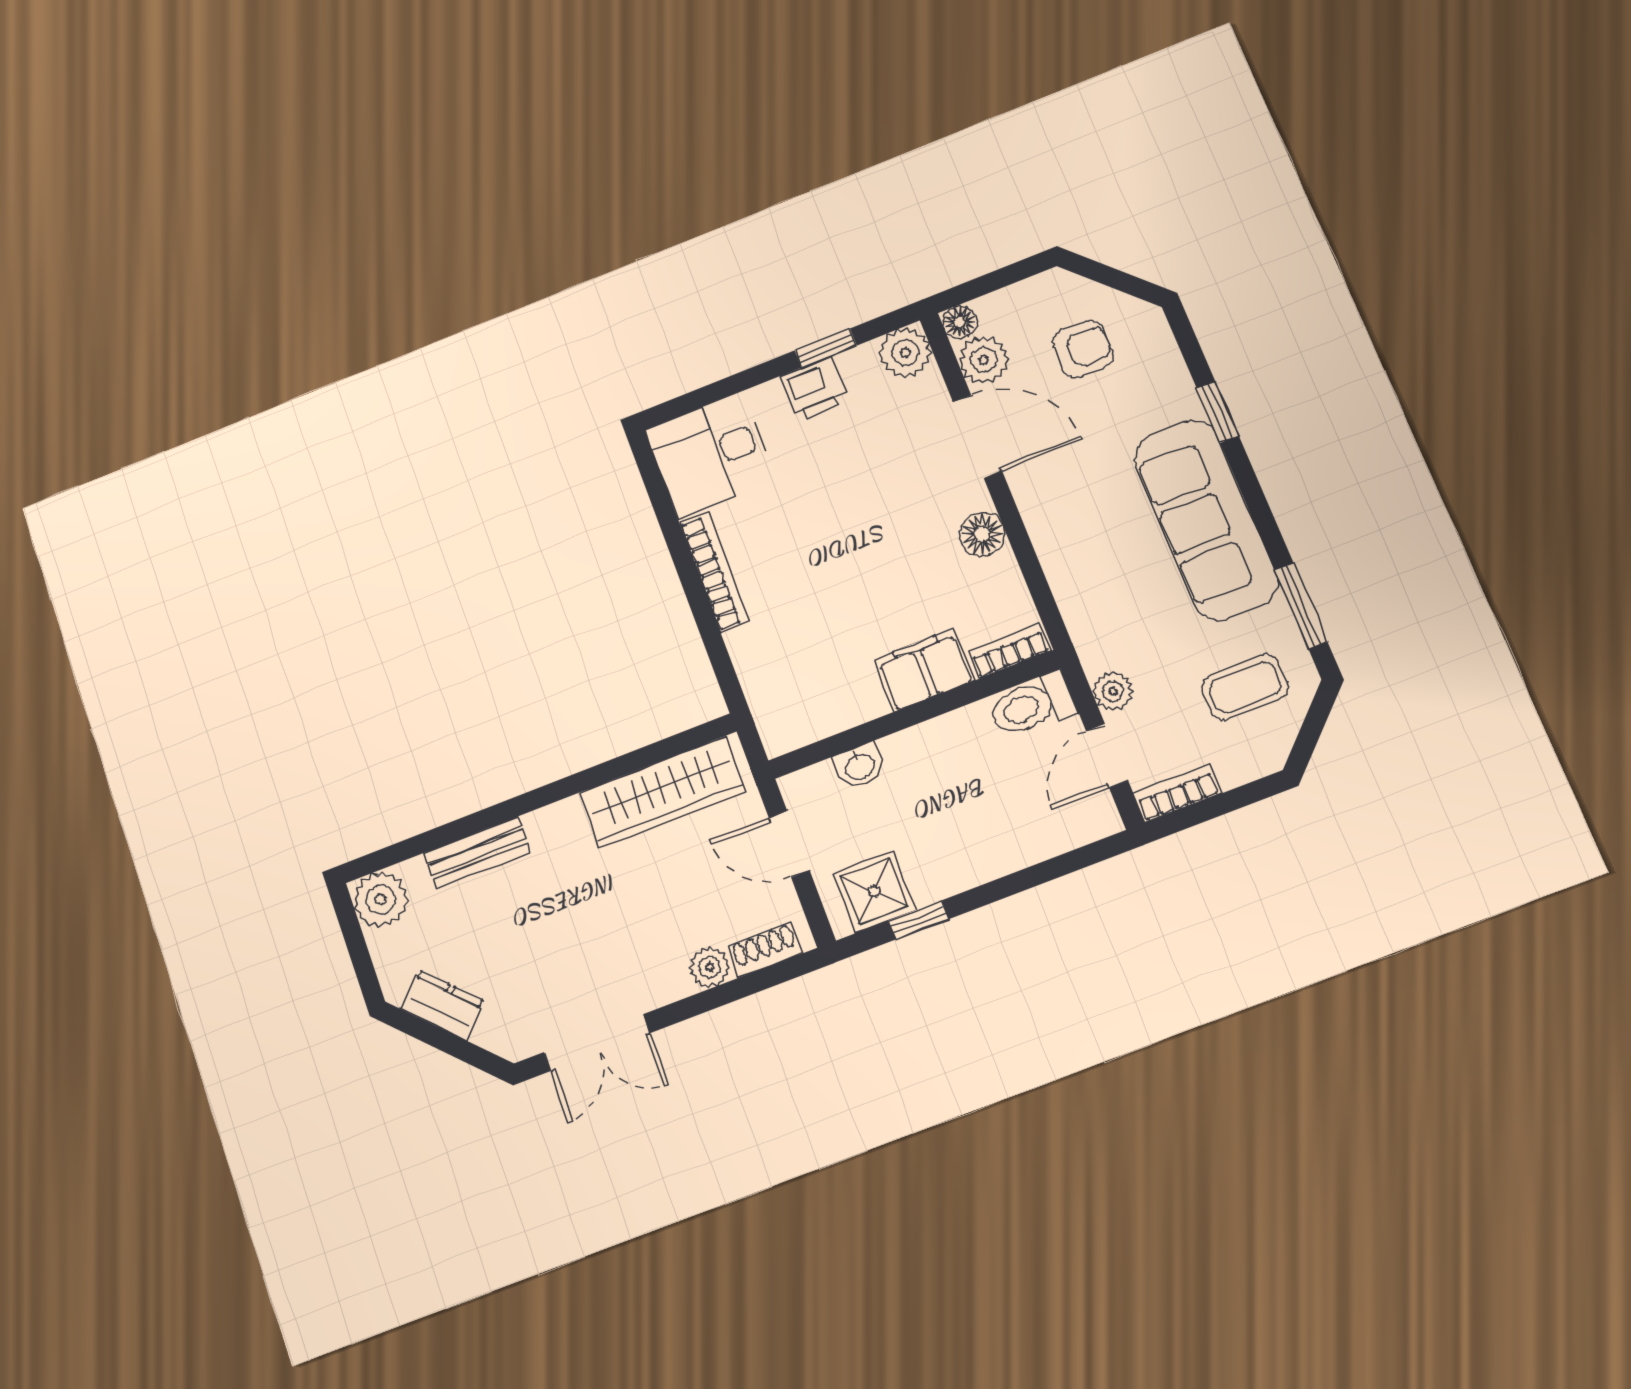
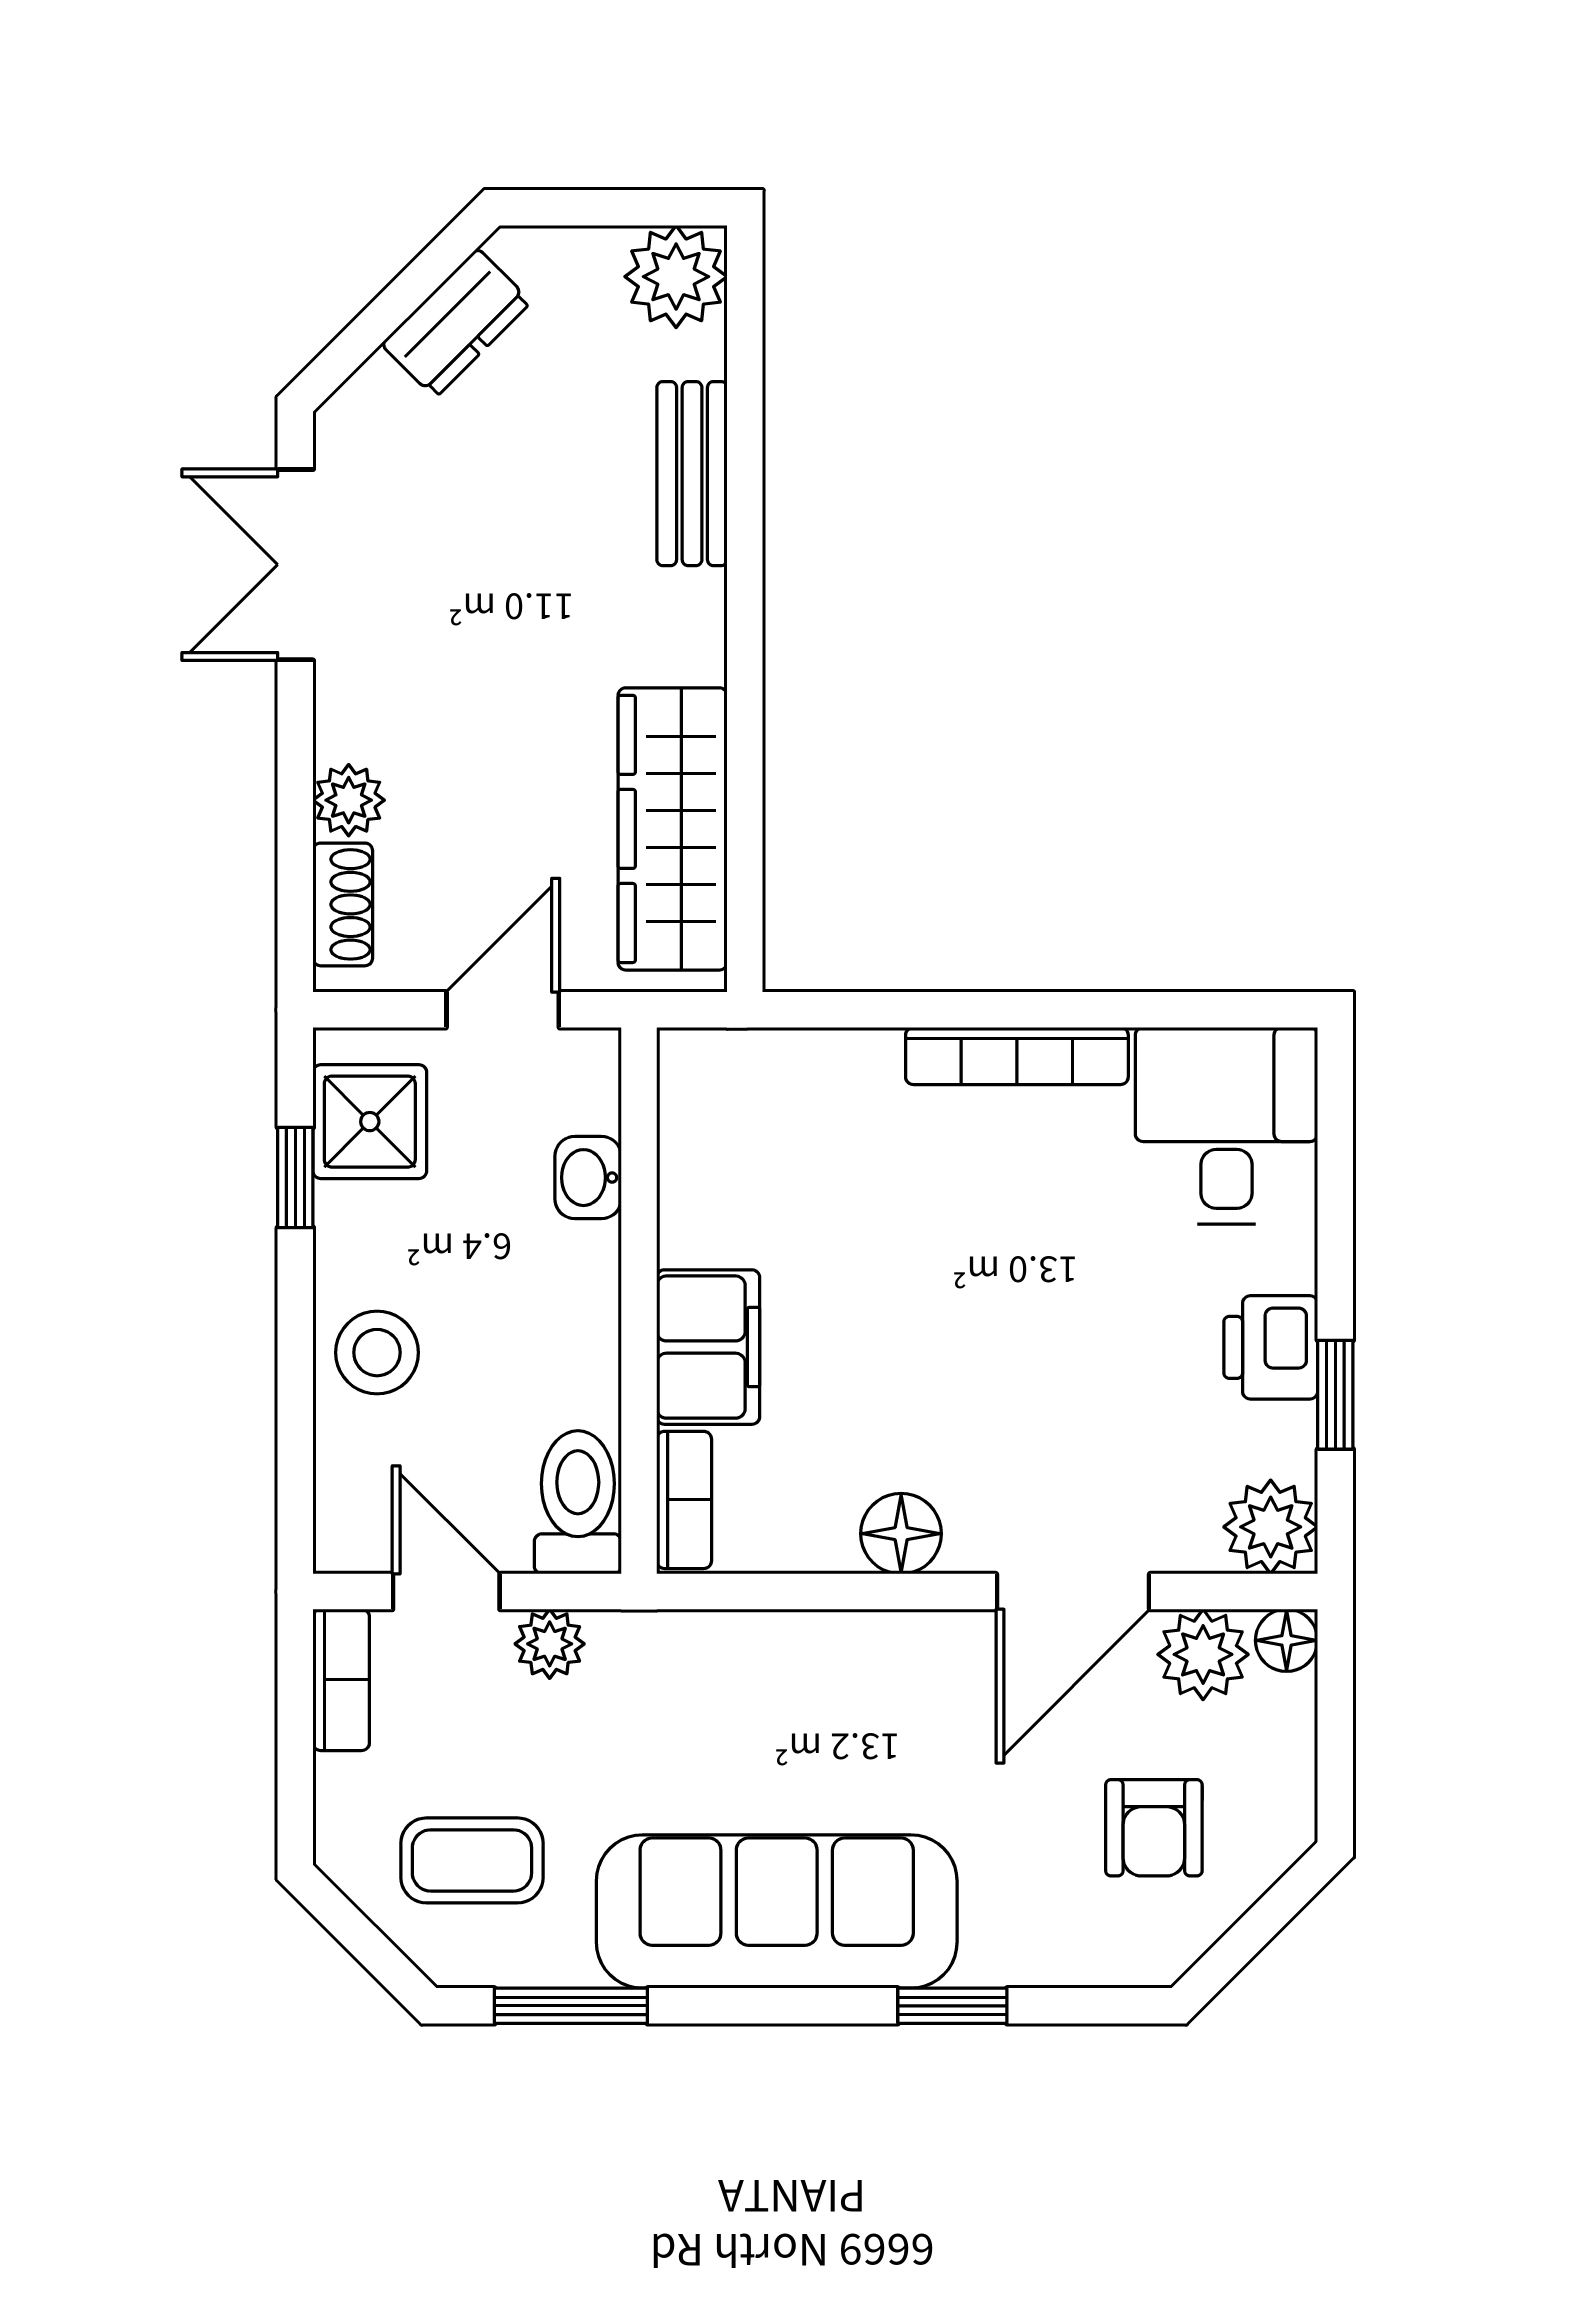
coffee table: (1245, 687) -> (472, 1860), turned 90
stool: (995, 841) -> (377, 1353), added

